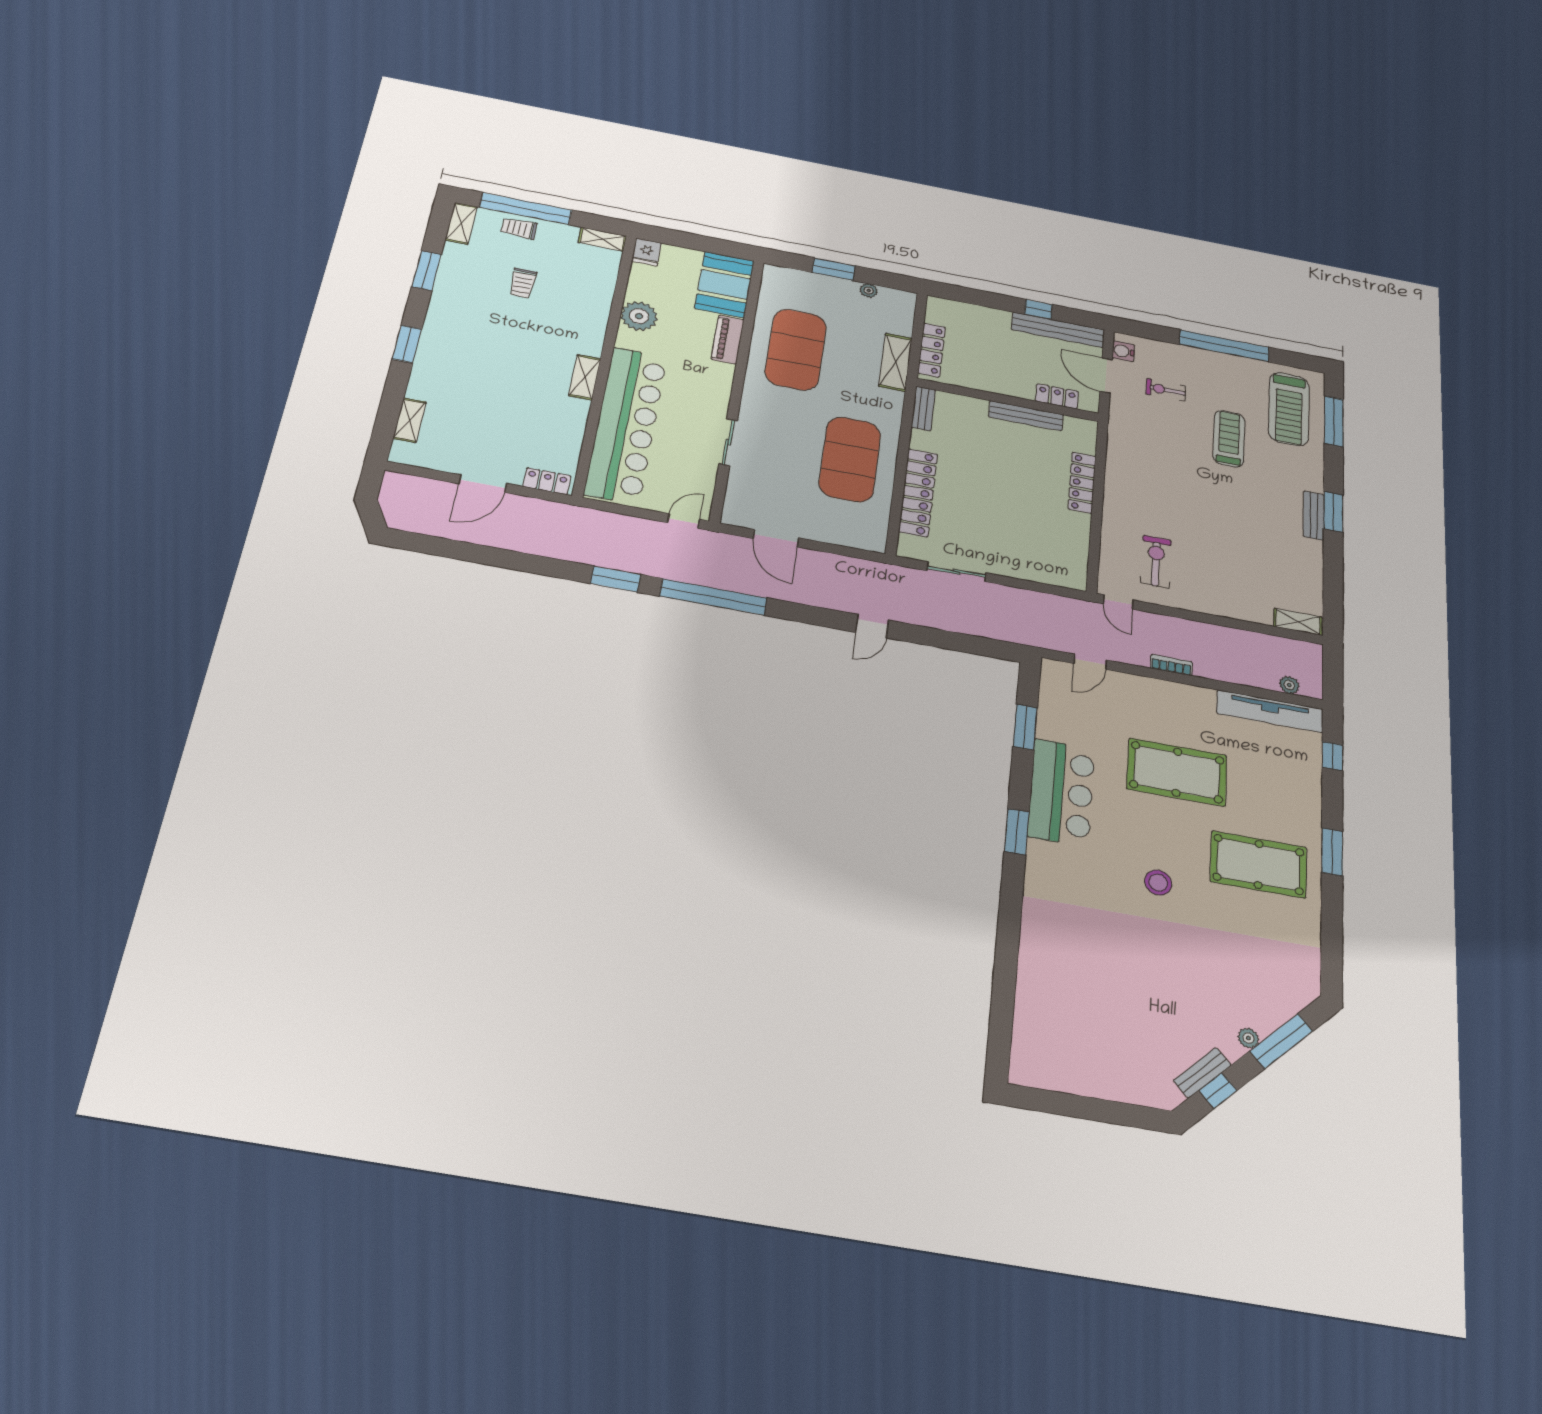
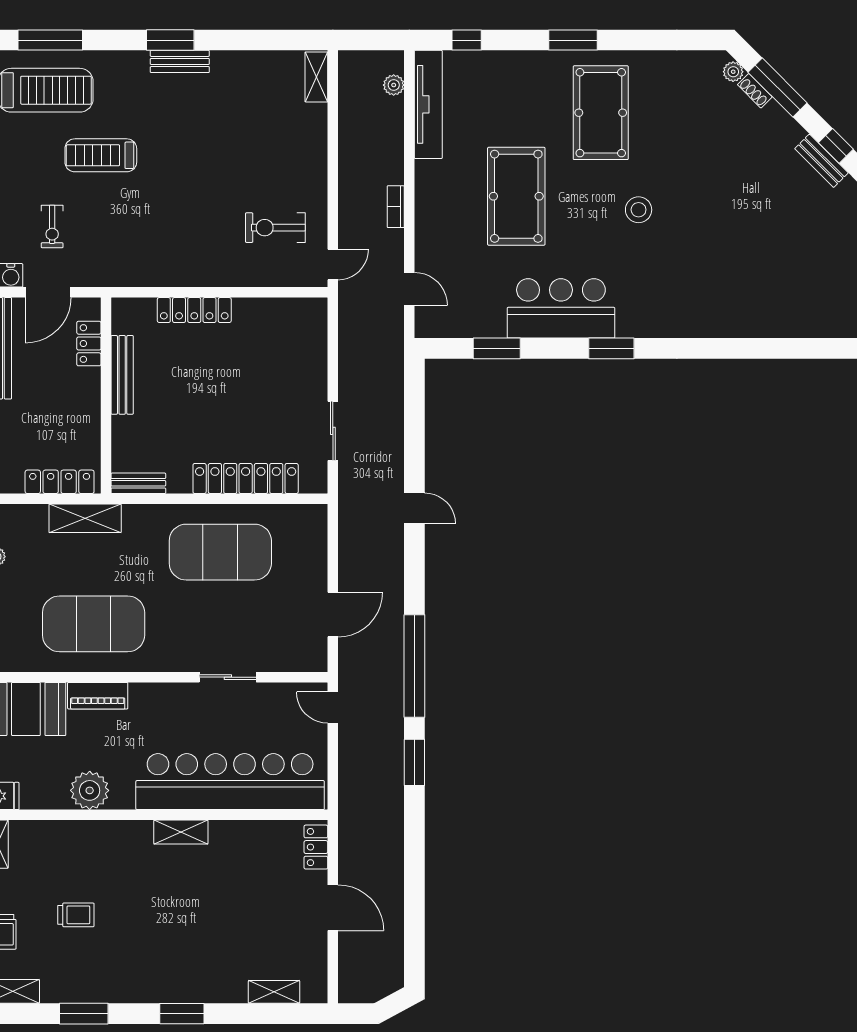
shoe rack: (1278, 1018) -> (755, 91), added
plant: (1248, 1038) -> (733, 72), moved

